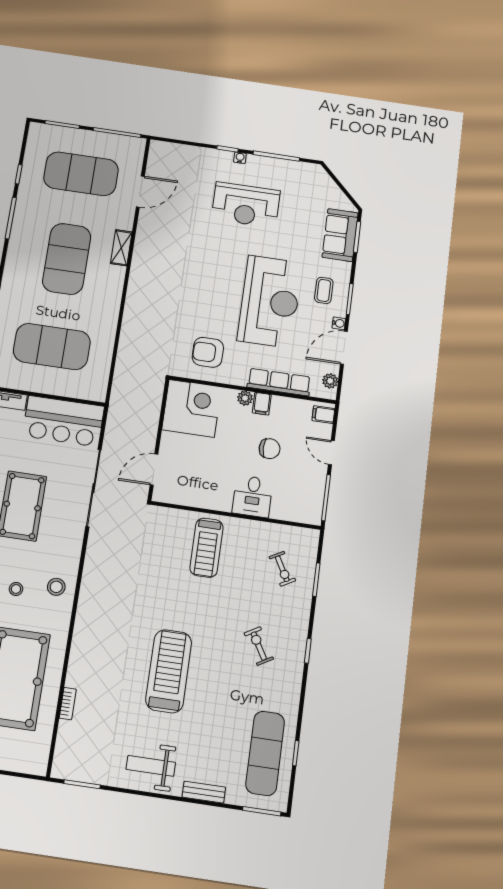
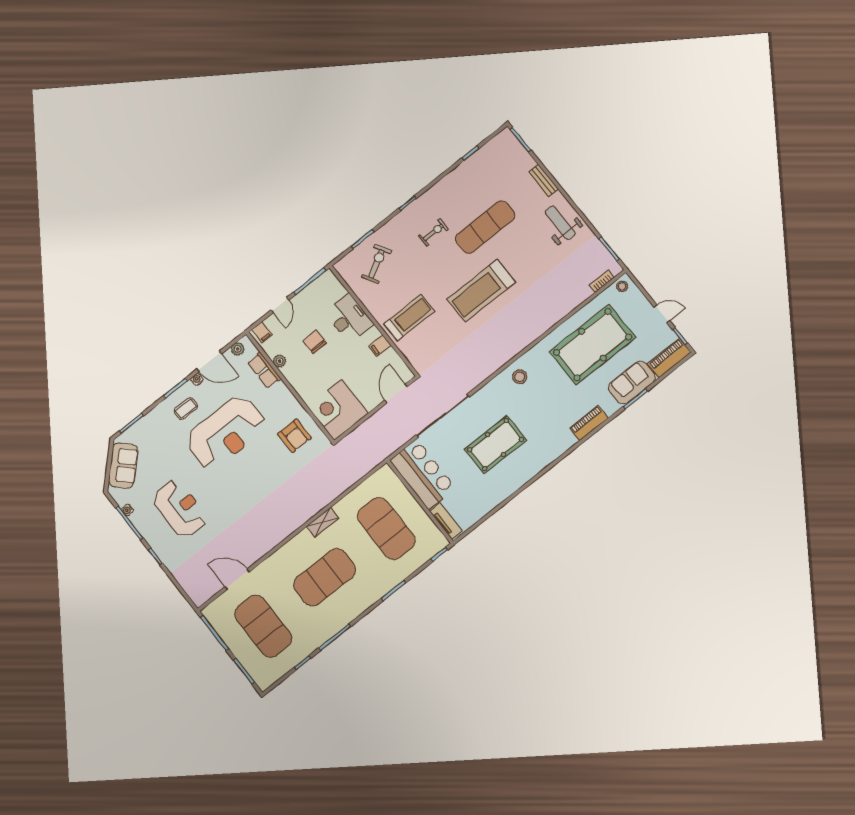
water cooler: (240, 158) -> (127, 510), moved
sofa: (340, 235) -> (123, 465), moved, turned -45
shelving: (121, 248) -> (323, 522), moved
reception desk: (270, 302) -> (226, 432), turned 180
row of seats: (279, 382) -> (264, 370), width x0.68
plant: (245, 398) -> (280, 361), moved
filing cabinet: (262, 404) -> (380, 346), moved, turned 180
door: (154, 470) -> (396, 394), swing flipped
desk: (253, 496) -> (349, 318), width x1.37
exercise bike: (282, 569) -> (376, 264), width x1.38, depth x1.39
stool: (16, 589) -> (622, 286), moved
exercise bike: (259, 646) -> (433, 232), turned -150
treadmill: (169, 671) -> (481, 291), moved
bookcase: (68, 704) -> (602, 281), moved
exercise mat: (265, 753) -> (485, 227), moved
weight bench: (151, 766) -> (560, 223), turned 180

